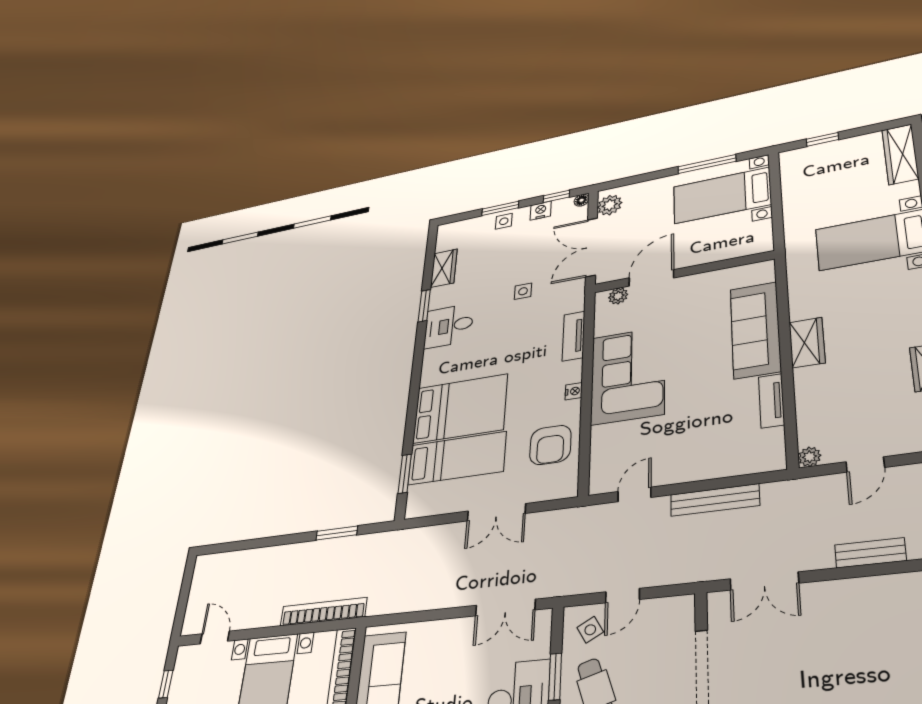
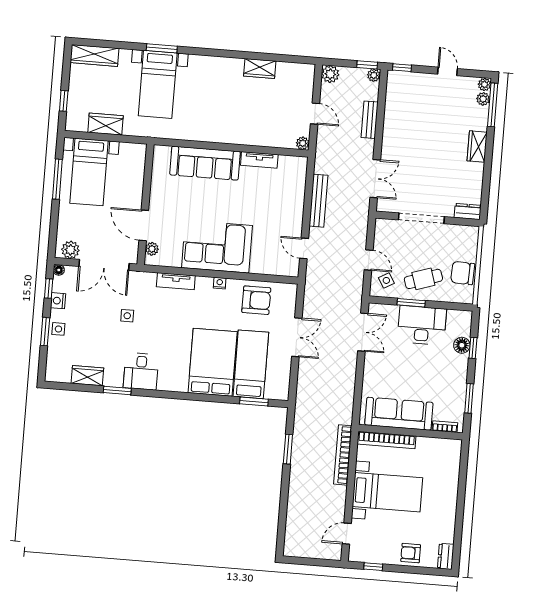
wardrobe: (807, 343) -> (106, 124), moved

